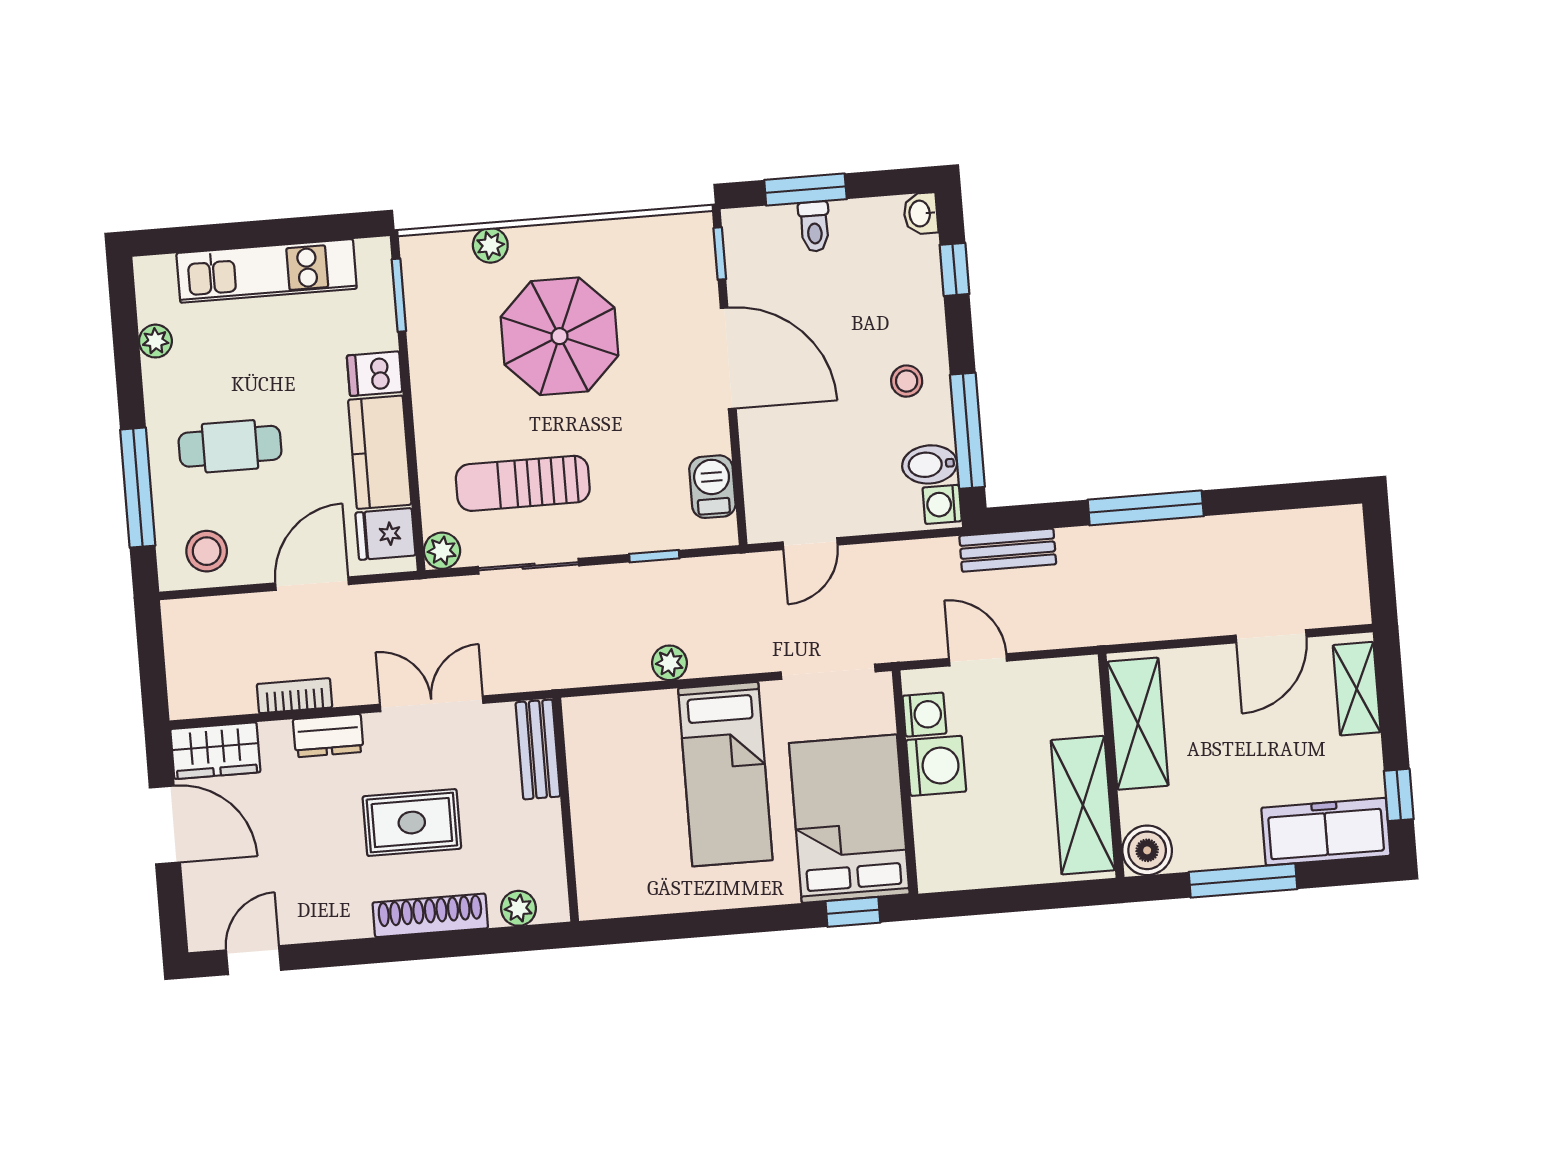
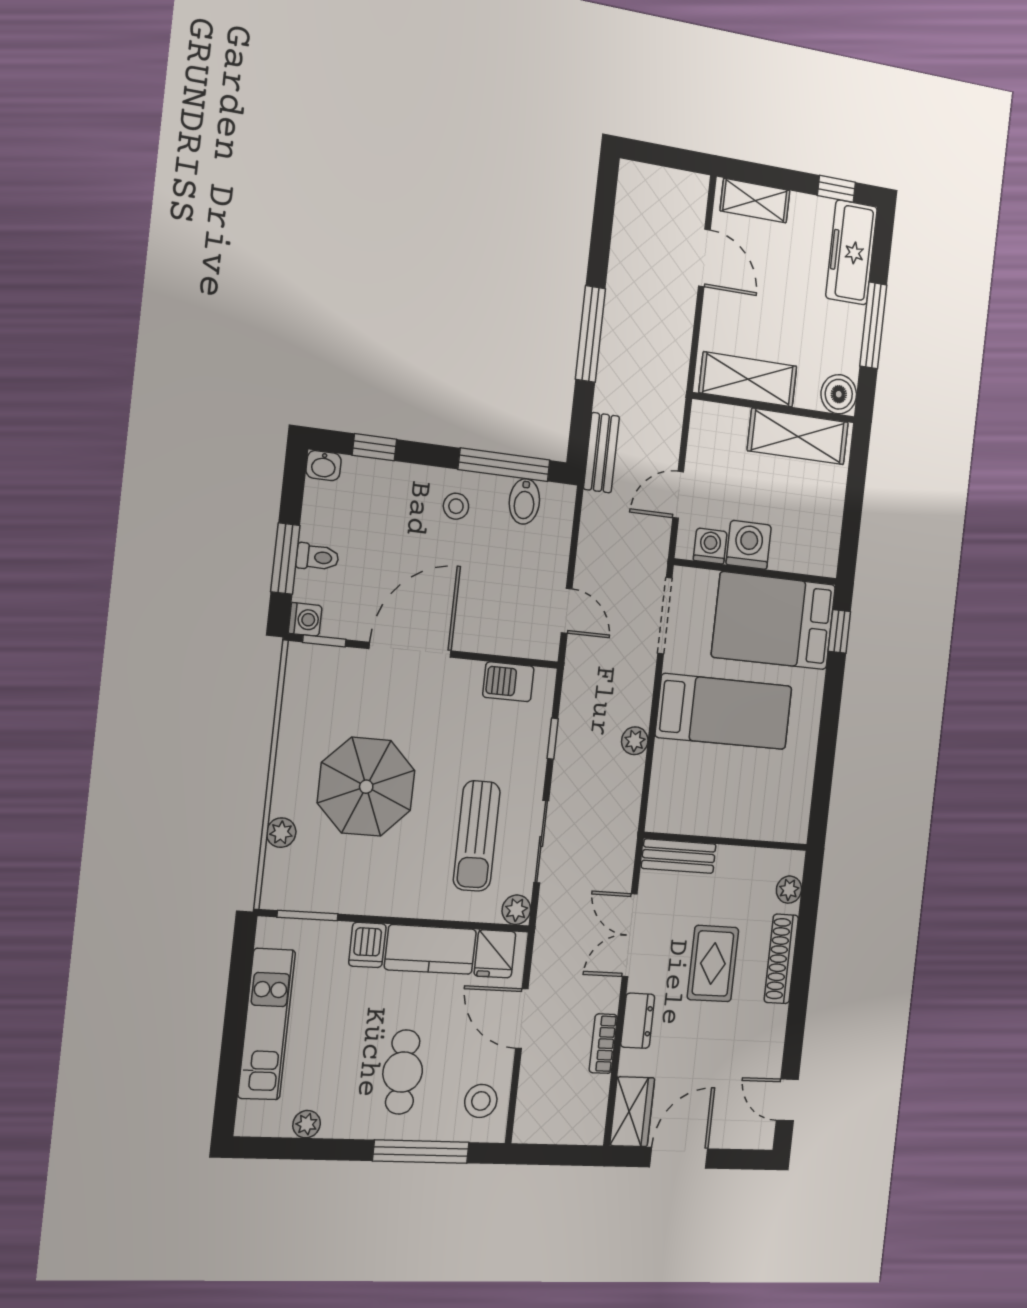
washing machine: (942, 504) -> (305, 619), moved, turned -90

